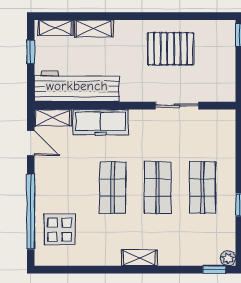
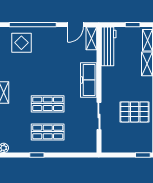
pallet: (170, 49) -> (135, 112), turned 90
workbench: (77, 86) -> (109, 46), width x0.73, depth x0.76
freezer: (101, 122) -> (89, 80), moved
shop shelf: (113, 188) -> (48, 76), removed

